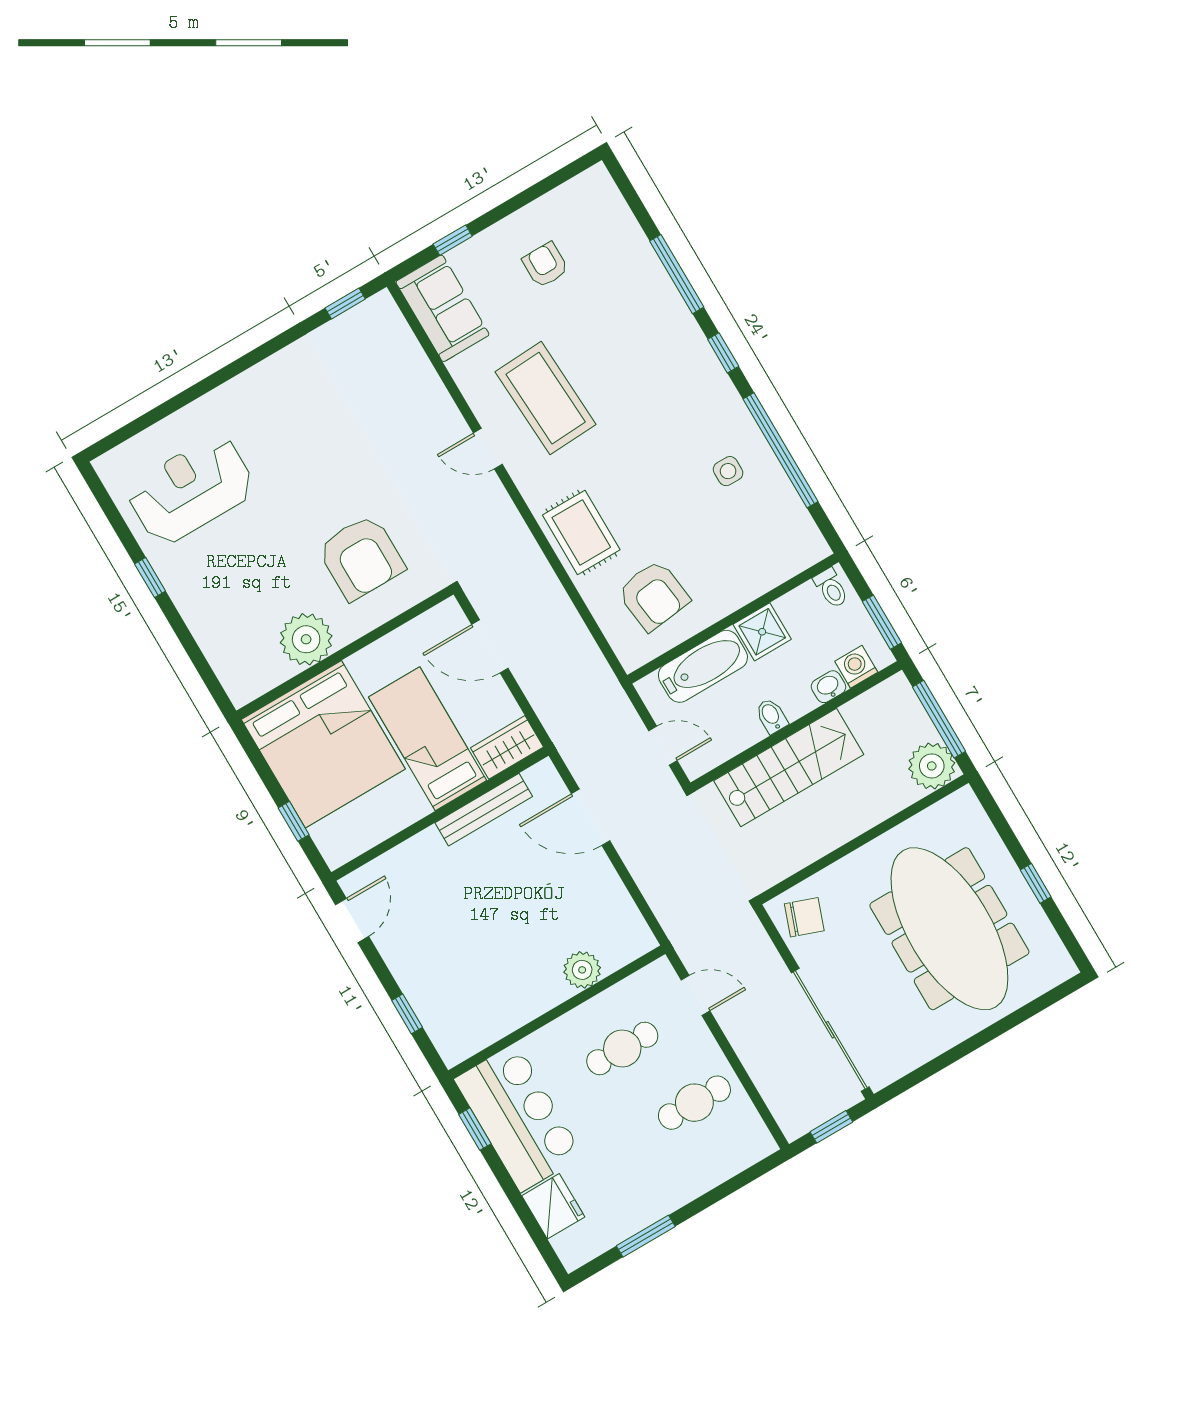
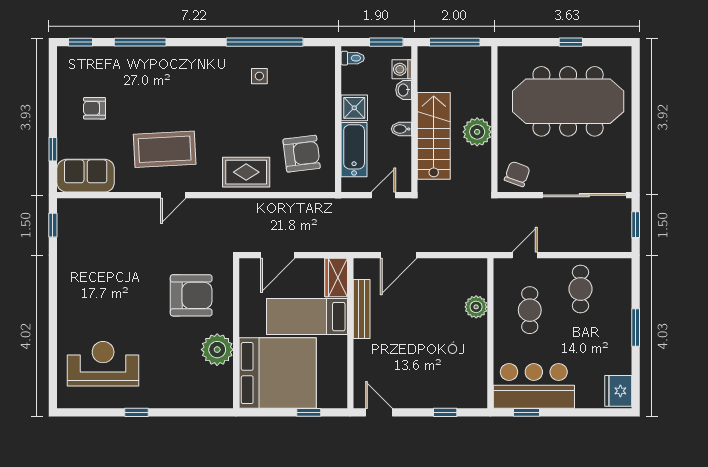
window: (723, 353) -> (80, 42), moved
reception desk: (191, 490) -> (103, 364), turned 90
plant: (932, 766) -> (477, 132), moved
fridge: (553, 1206) -> (618, 391), moved, turned -90
window: (646, 1236) -> (636, 327), moved

